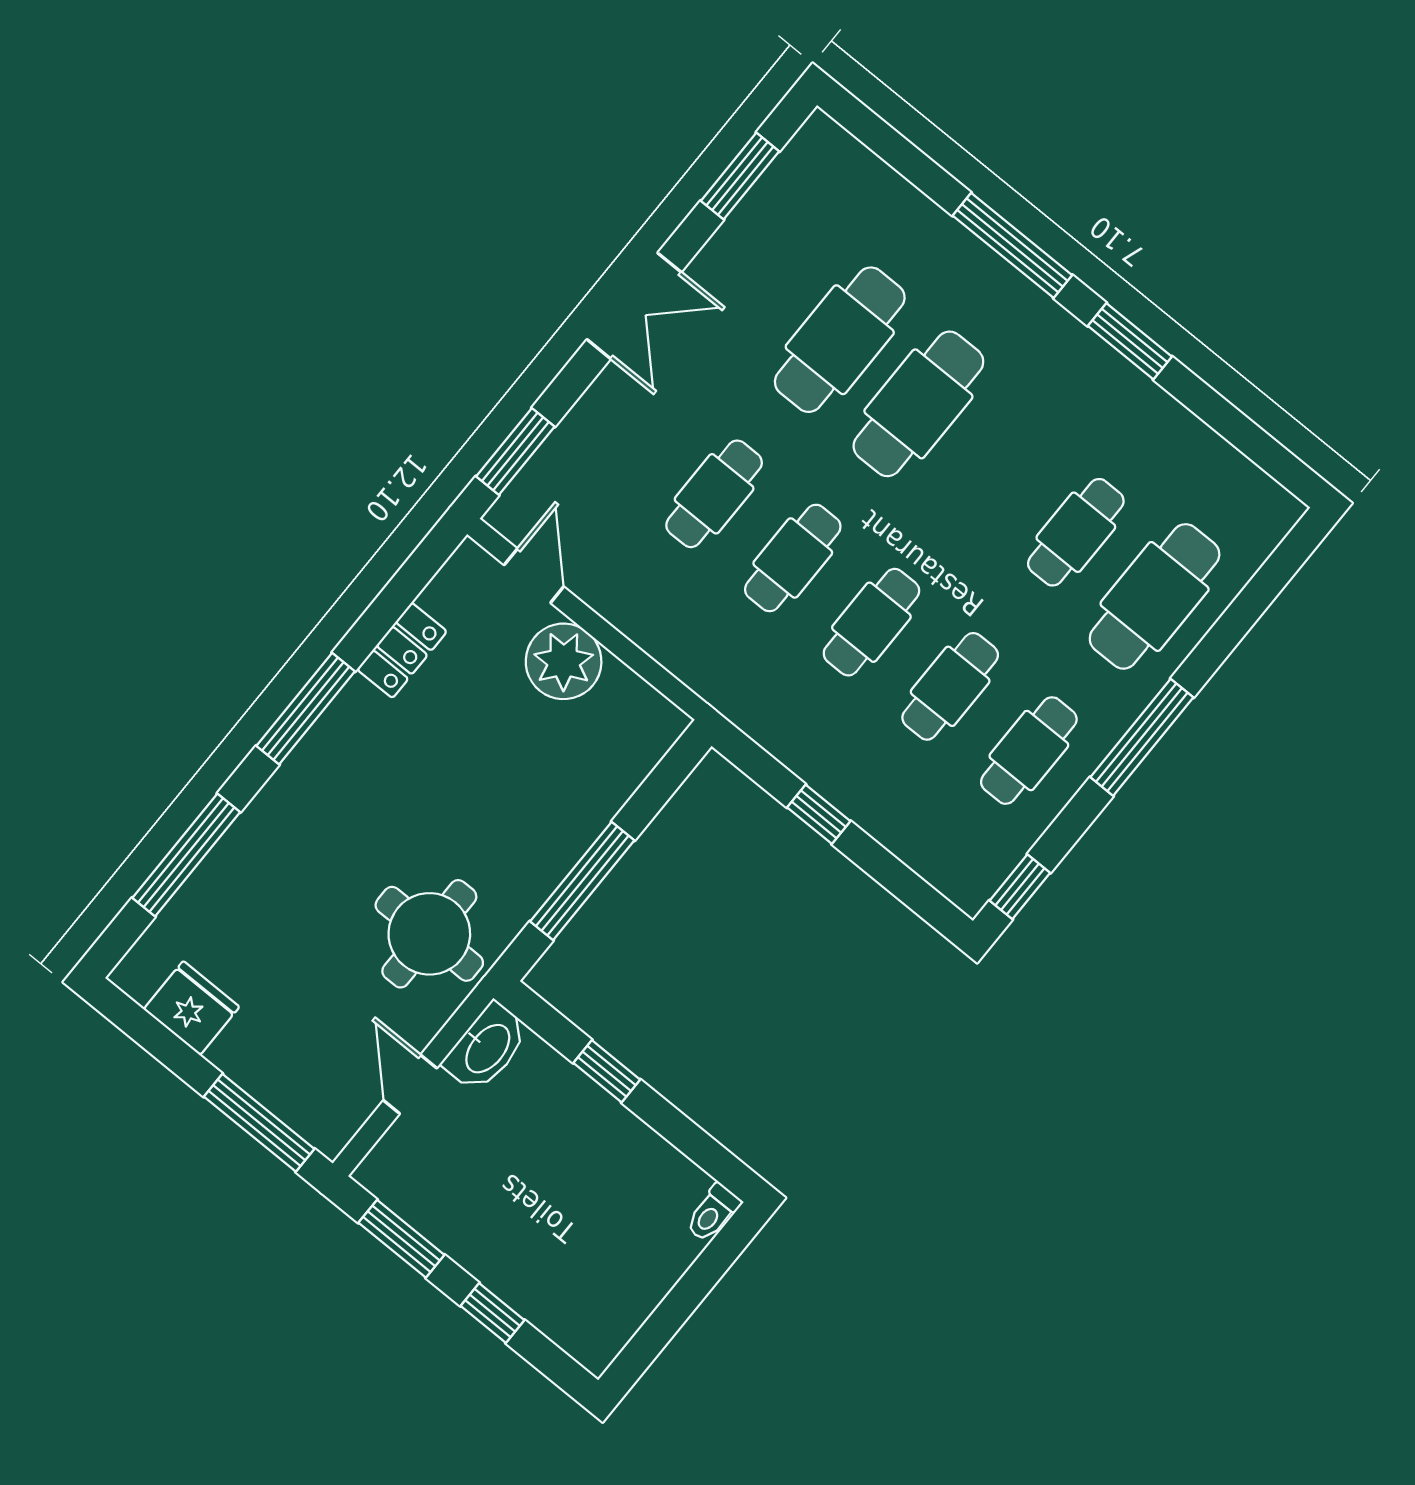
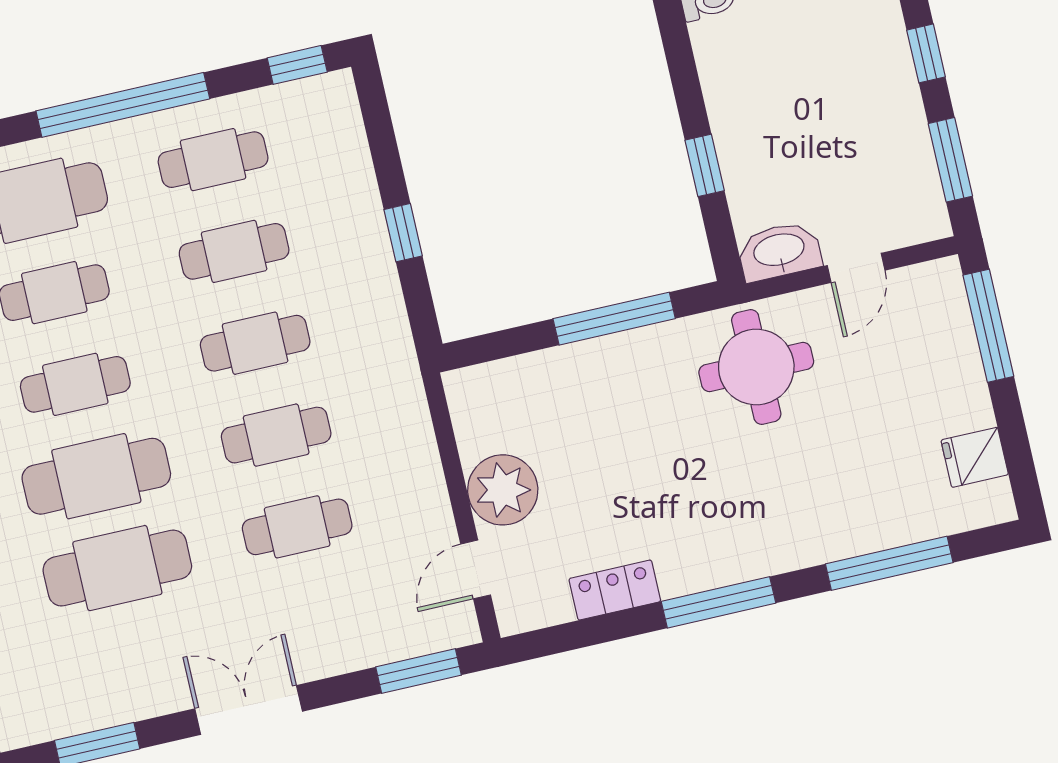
cafe table: (997, 468) -> (75, 384), added
window: (1142, 737) -> (123, 105), width x1.46
fridge: (192, 1008) -> (975, 457), width x0.72

